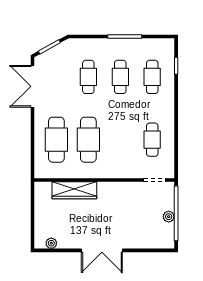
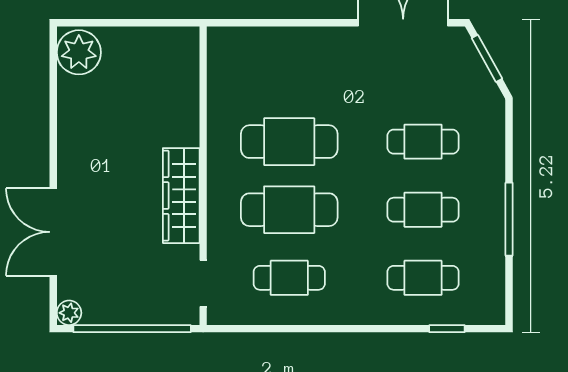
cafe table: (56, 140) -> (289, 210), moved
wardrobe: (74, 190) -> (181, 196), moved
plant: (169, 217) -> (69, 313), moved
plant: (51, 243) -> (79, 52), width x1.88, depth x1.88
double door: (102, 250) -> (53, 232), moved

